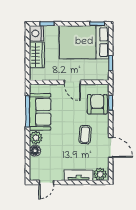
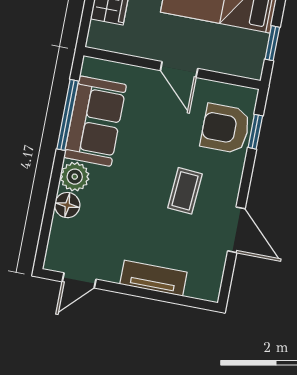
armchair: (97, 104) -> (225, 129), turned -90
plant: (100, 174) -> (202, 285), removed

